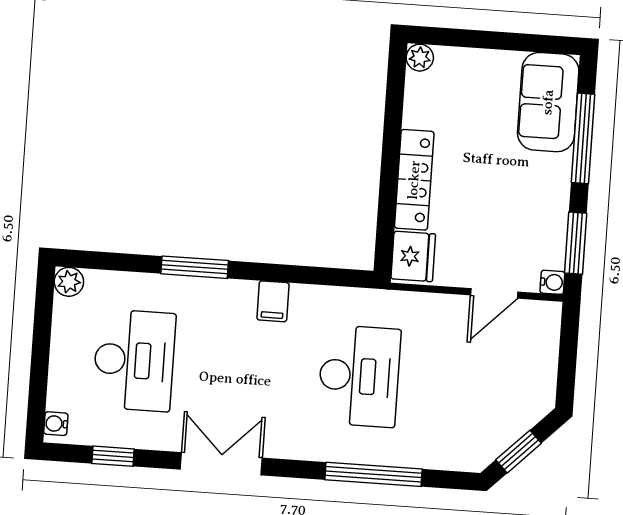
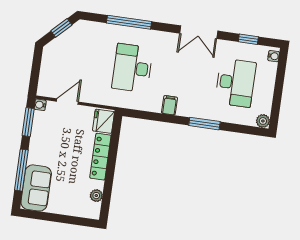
plant: (420, 58) -> (96, 196), moved
desk: (134, 360) -> (235, 83), turned 180

